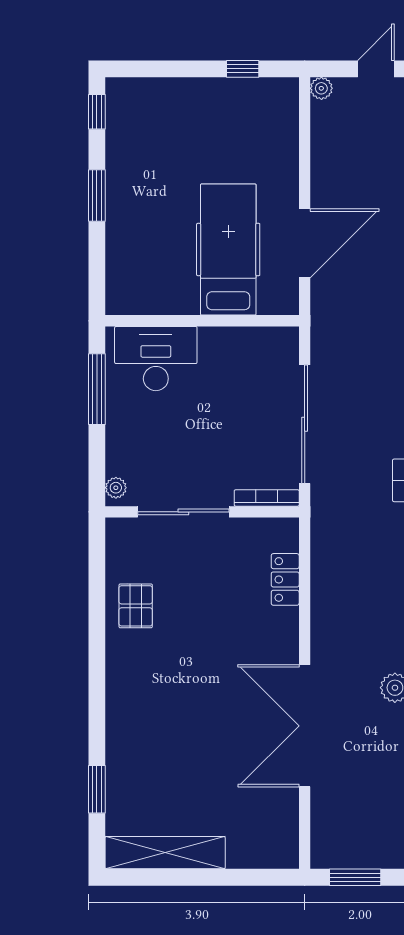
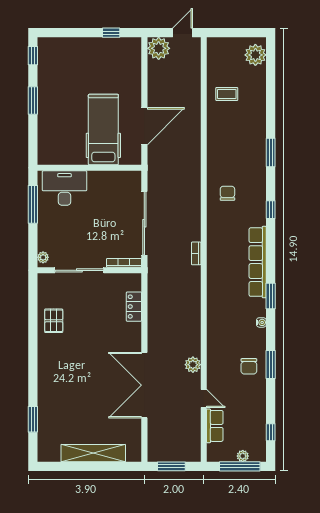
plant: (321, 88) -> (159, 48), width x1.88, depth x1.88
shelving: (165, 853) -> (93, 453), moved

